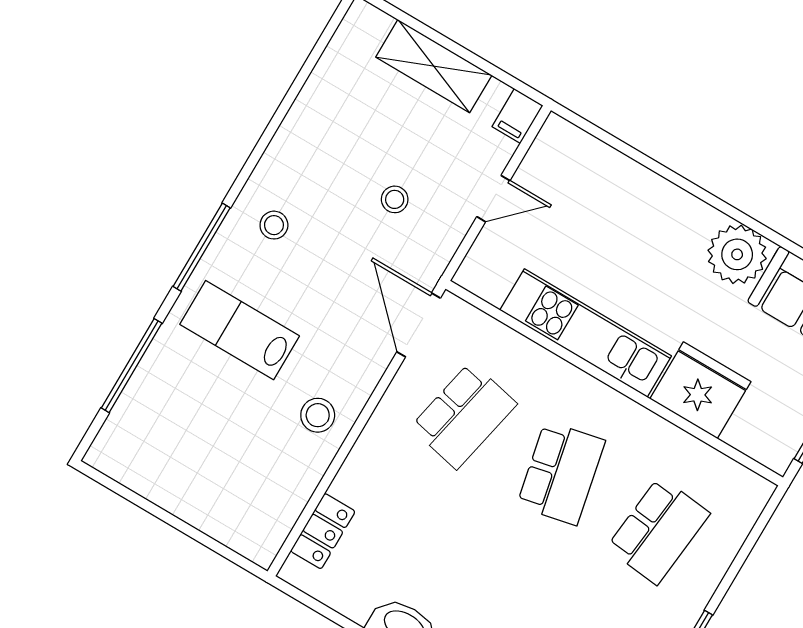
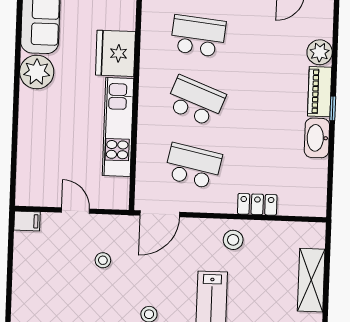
shelving: (434, 66) -> (311, 280), moved
school desk: (561, 473) -> (196, 101), turned 33
locker: (323, 531) -> (257, 204), moved

